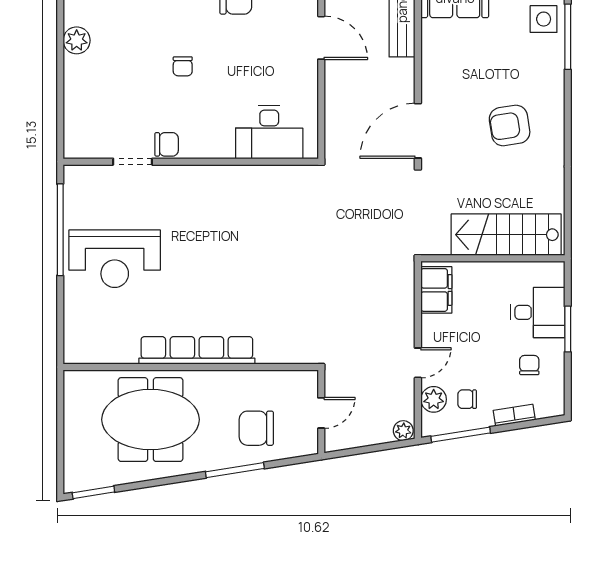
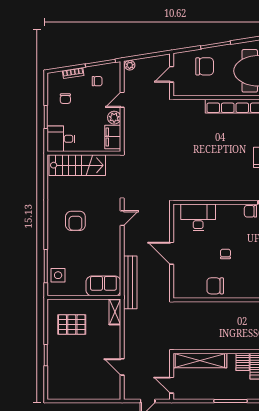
door: (321, 38) -> (172, 253), moved
chair: (183, 66) -> (225, 254), moved
armchair: (510, 125) -> (75, 221), turned 99
door: (418, 131) -> (122, 218), width x0.53
desk: (538, 312) -> (61, 139), moved
plant: (434, 399) -> (114, 118), moved

